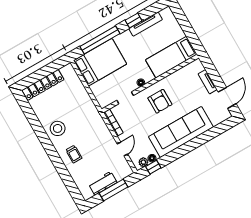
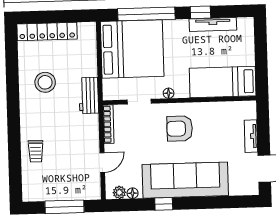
bed: (100, 62) -> (132, 49), width x1.36
armchair: (160, 101) -> (180, 129), turned 90
stool: (58, 128) -> (45, 82), moved
trolley: (74, 154) -> (36, 151), moved
window: (153, 167) -> (164, 204), moved
workbench: (103, 183) -> (89, 95), moved, turned -90

